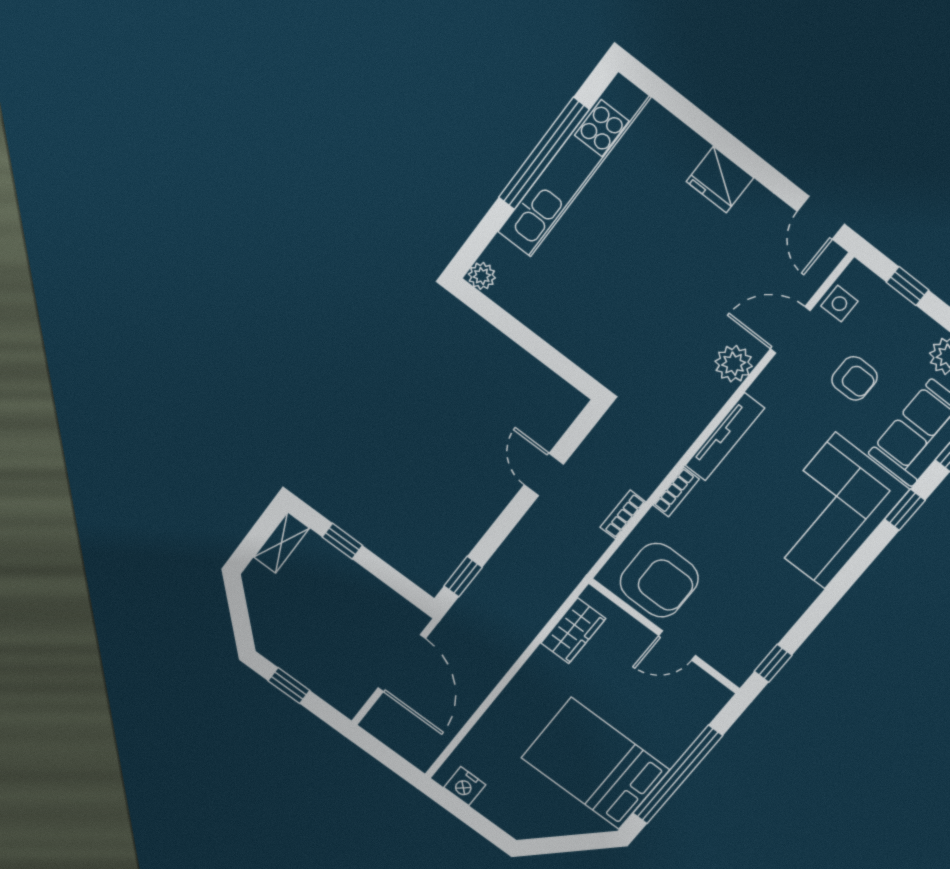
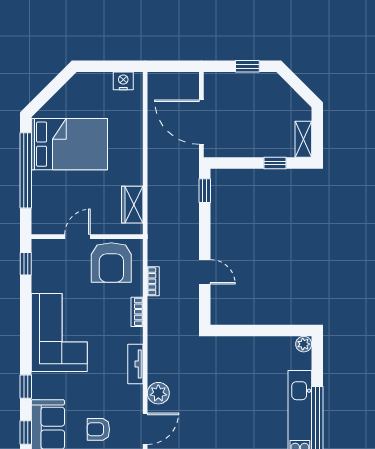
tv unit: (725, 437) -> (135, 364), width x0.71
corner sofa: (830, 511) -> (59, 333), moved
armchair: (659, 580) -> (111, 262), turned -90

